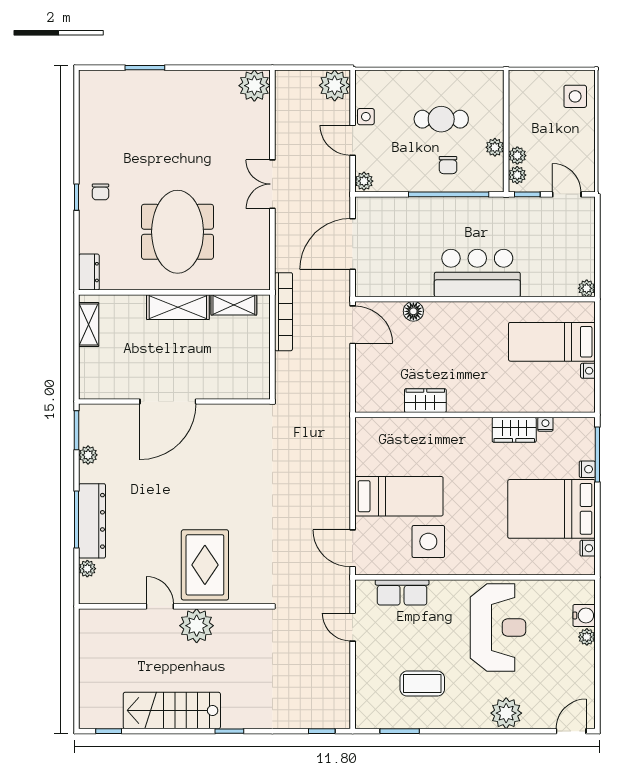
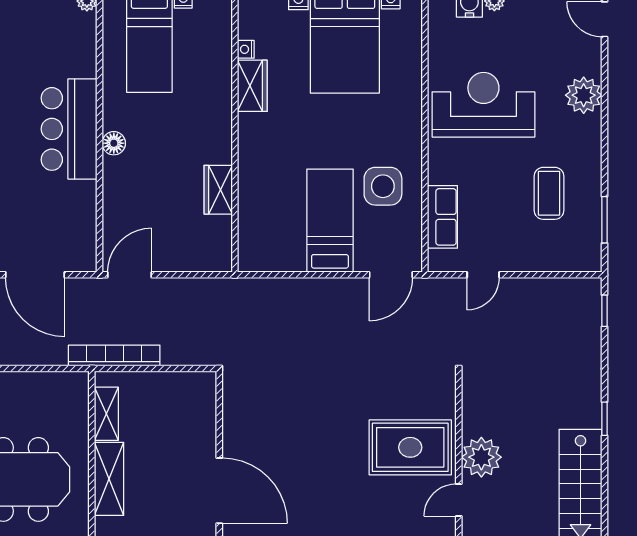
floor lamp: (413, 311) -> (114, 143), moved

